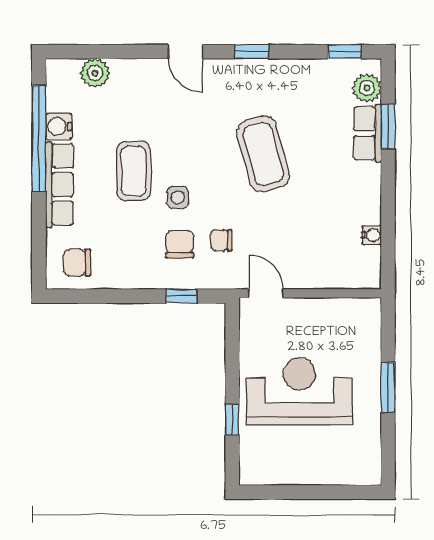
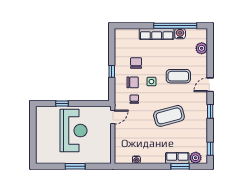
coffee table: (134, 171) -> (178, 76), moved
chair: (77, 263) -> (136, 63), moved
window: (181, 296) -> (112, 71), moved

